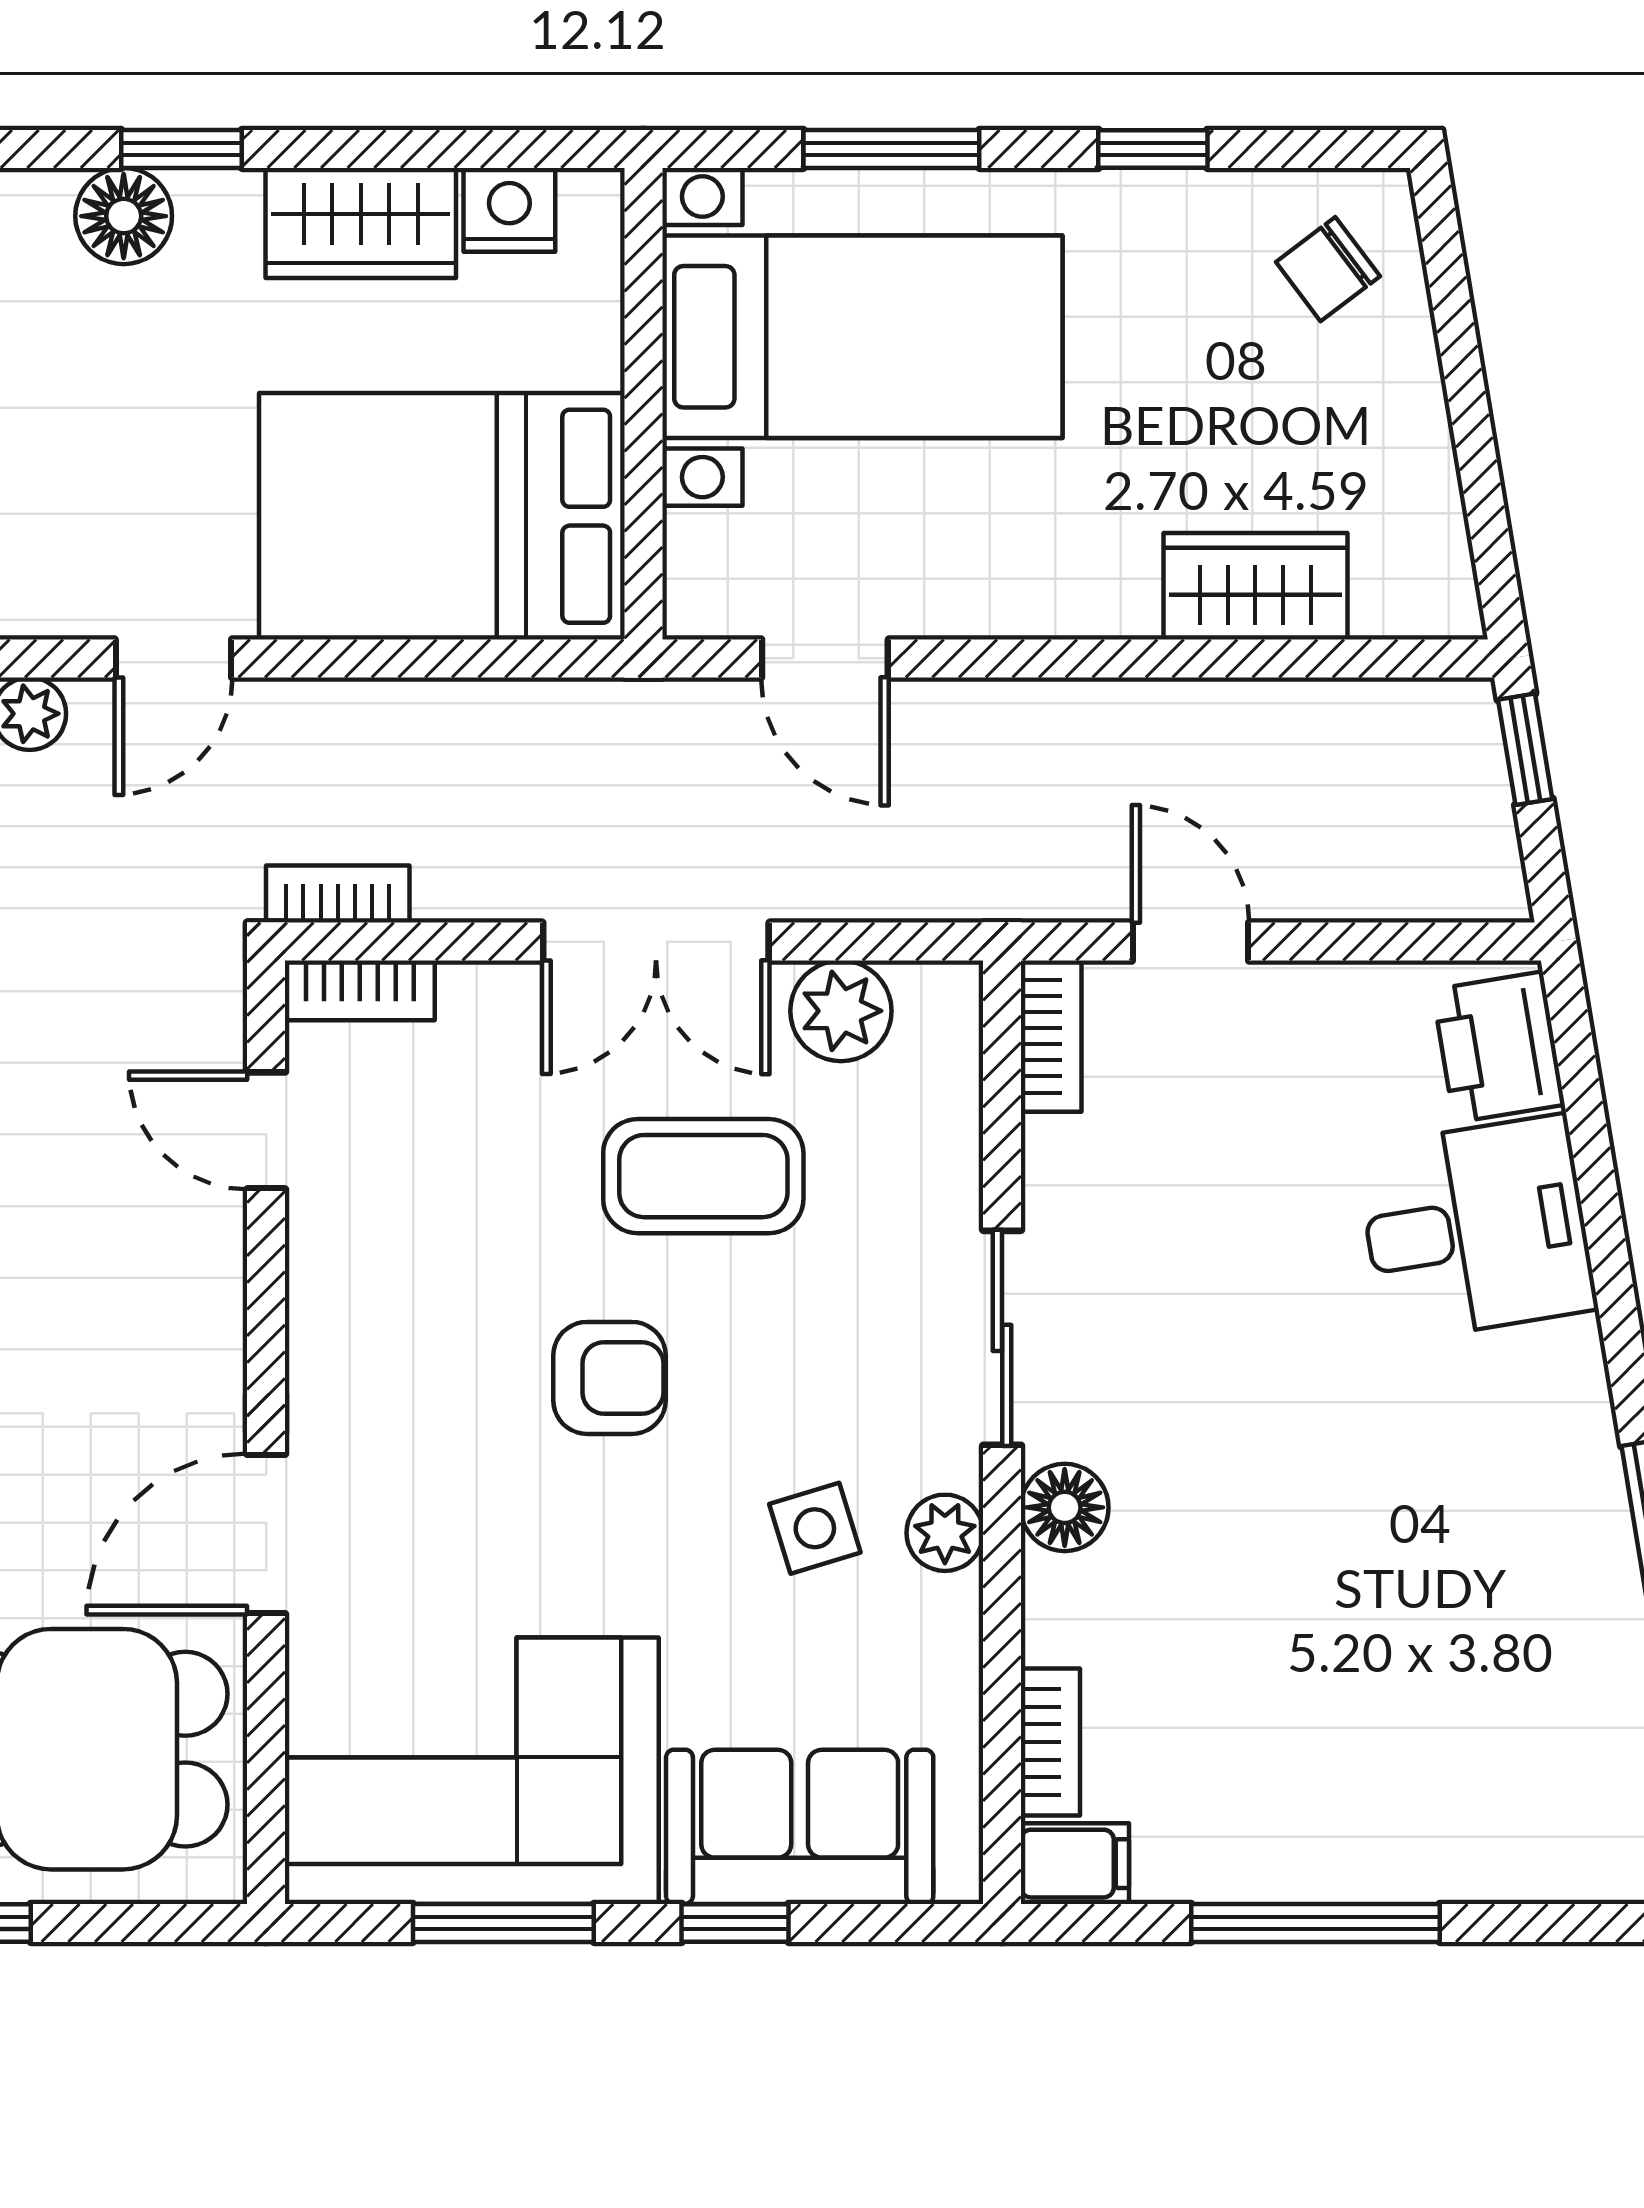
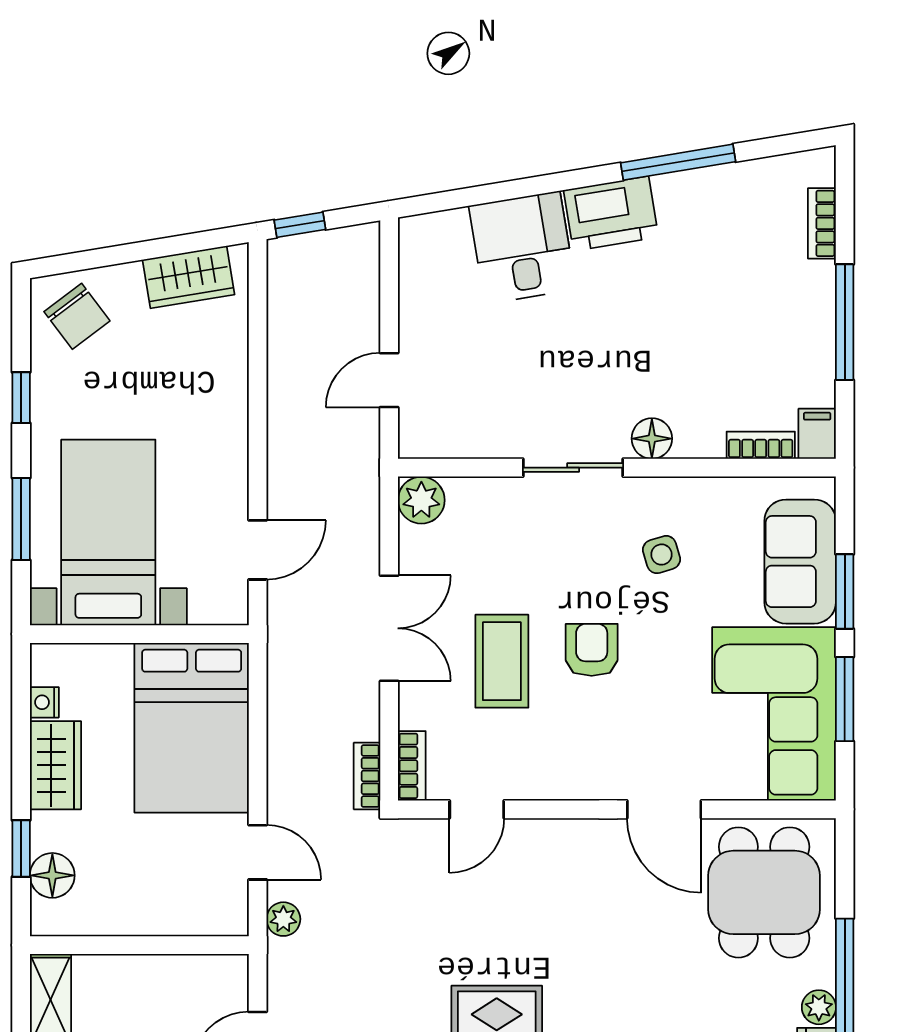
nightstand: (509, 210) -> (44, 702), width x0.72, depth x0.74
chair: (1328, 269) -> (77, 316), width x1.37, depth x1.37
wardrobe: (1255, 586) -> (189, 277), moved, turned -99
plant: (841, 1011) -> (421, 500), moved
bookcase: (1051, 1036) -> (822, 223), moved, turned -90
printer: (1499, 1047) -> (611, 214), moved, width x1.37, depth x1.19
coffee table: (703, 1176) -> (502, 661), moved
plant: (945, 1533) -> (664, 494), removed
window: (735, 1923) -> (845, 592), width x1.50

